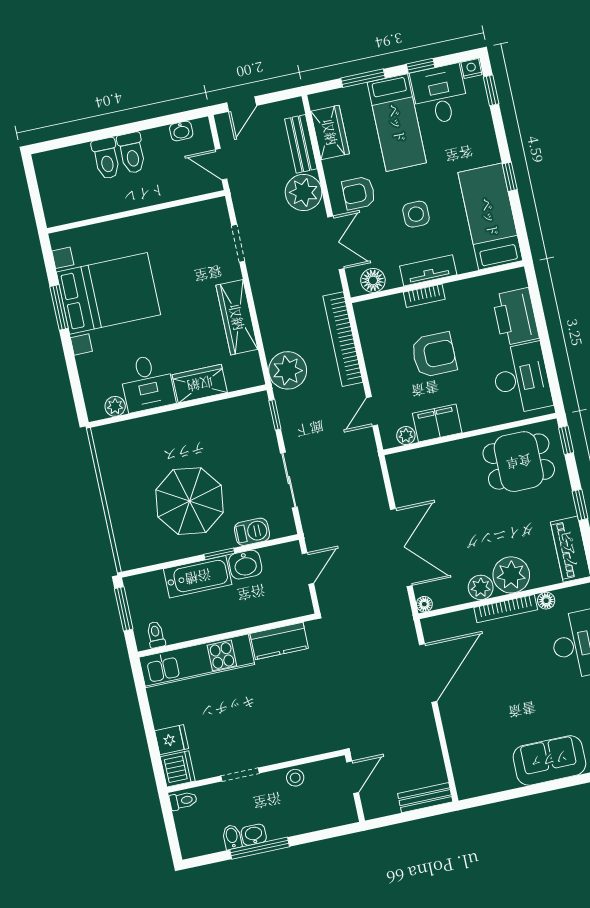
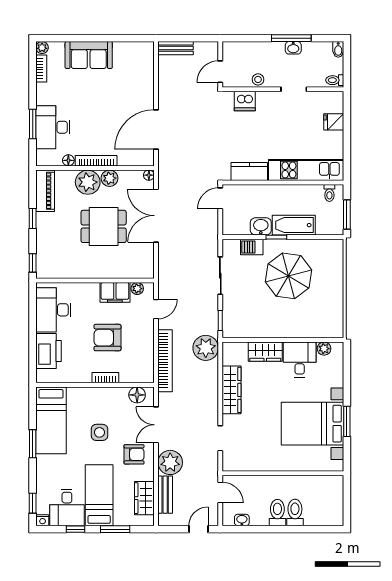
window: (510, 177) -> (33, 444), width x1.50
tv unit: (428, 270) -> (99, 394), removed
dining table: (519, 462) -> (104, 226), moved
door: (308, 568) -> (220, 198), moved
dishwasher: (178, 769) -> (245, 101), moved, turned -90
bidet: (232, 837) -> (338, 49), moved

